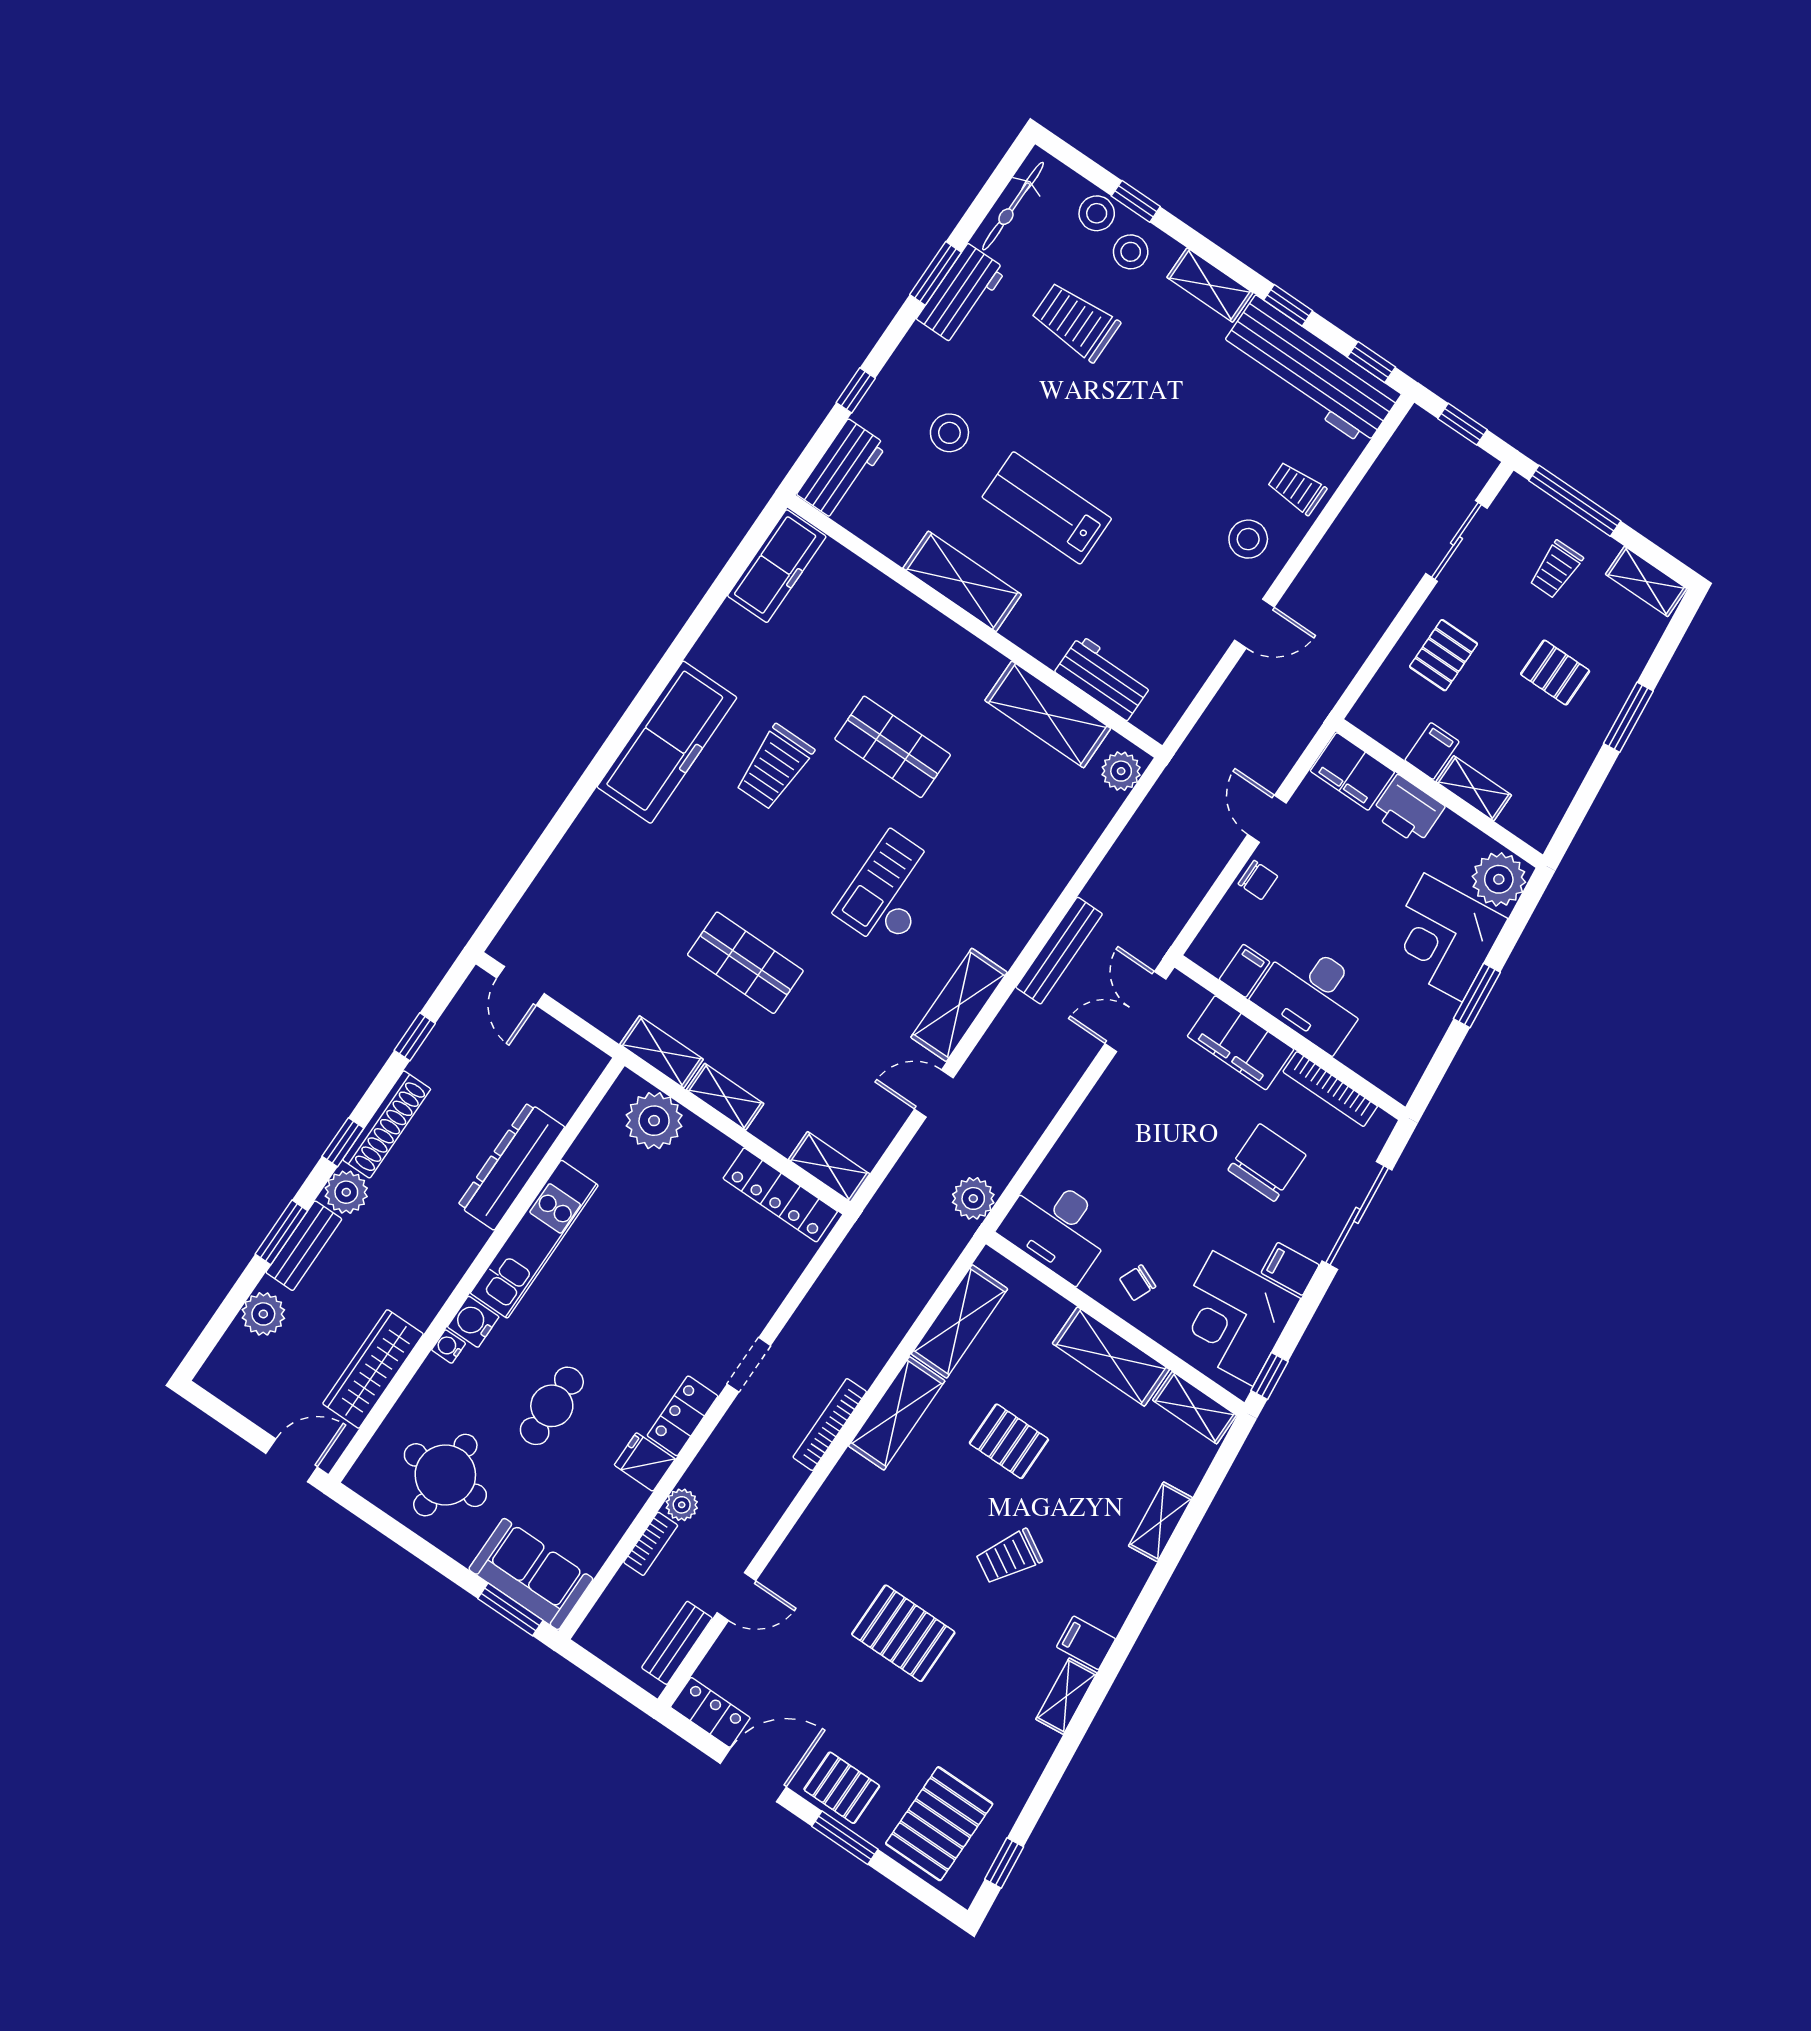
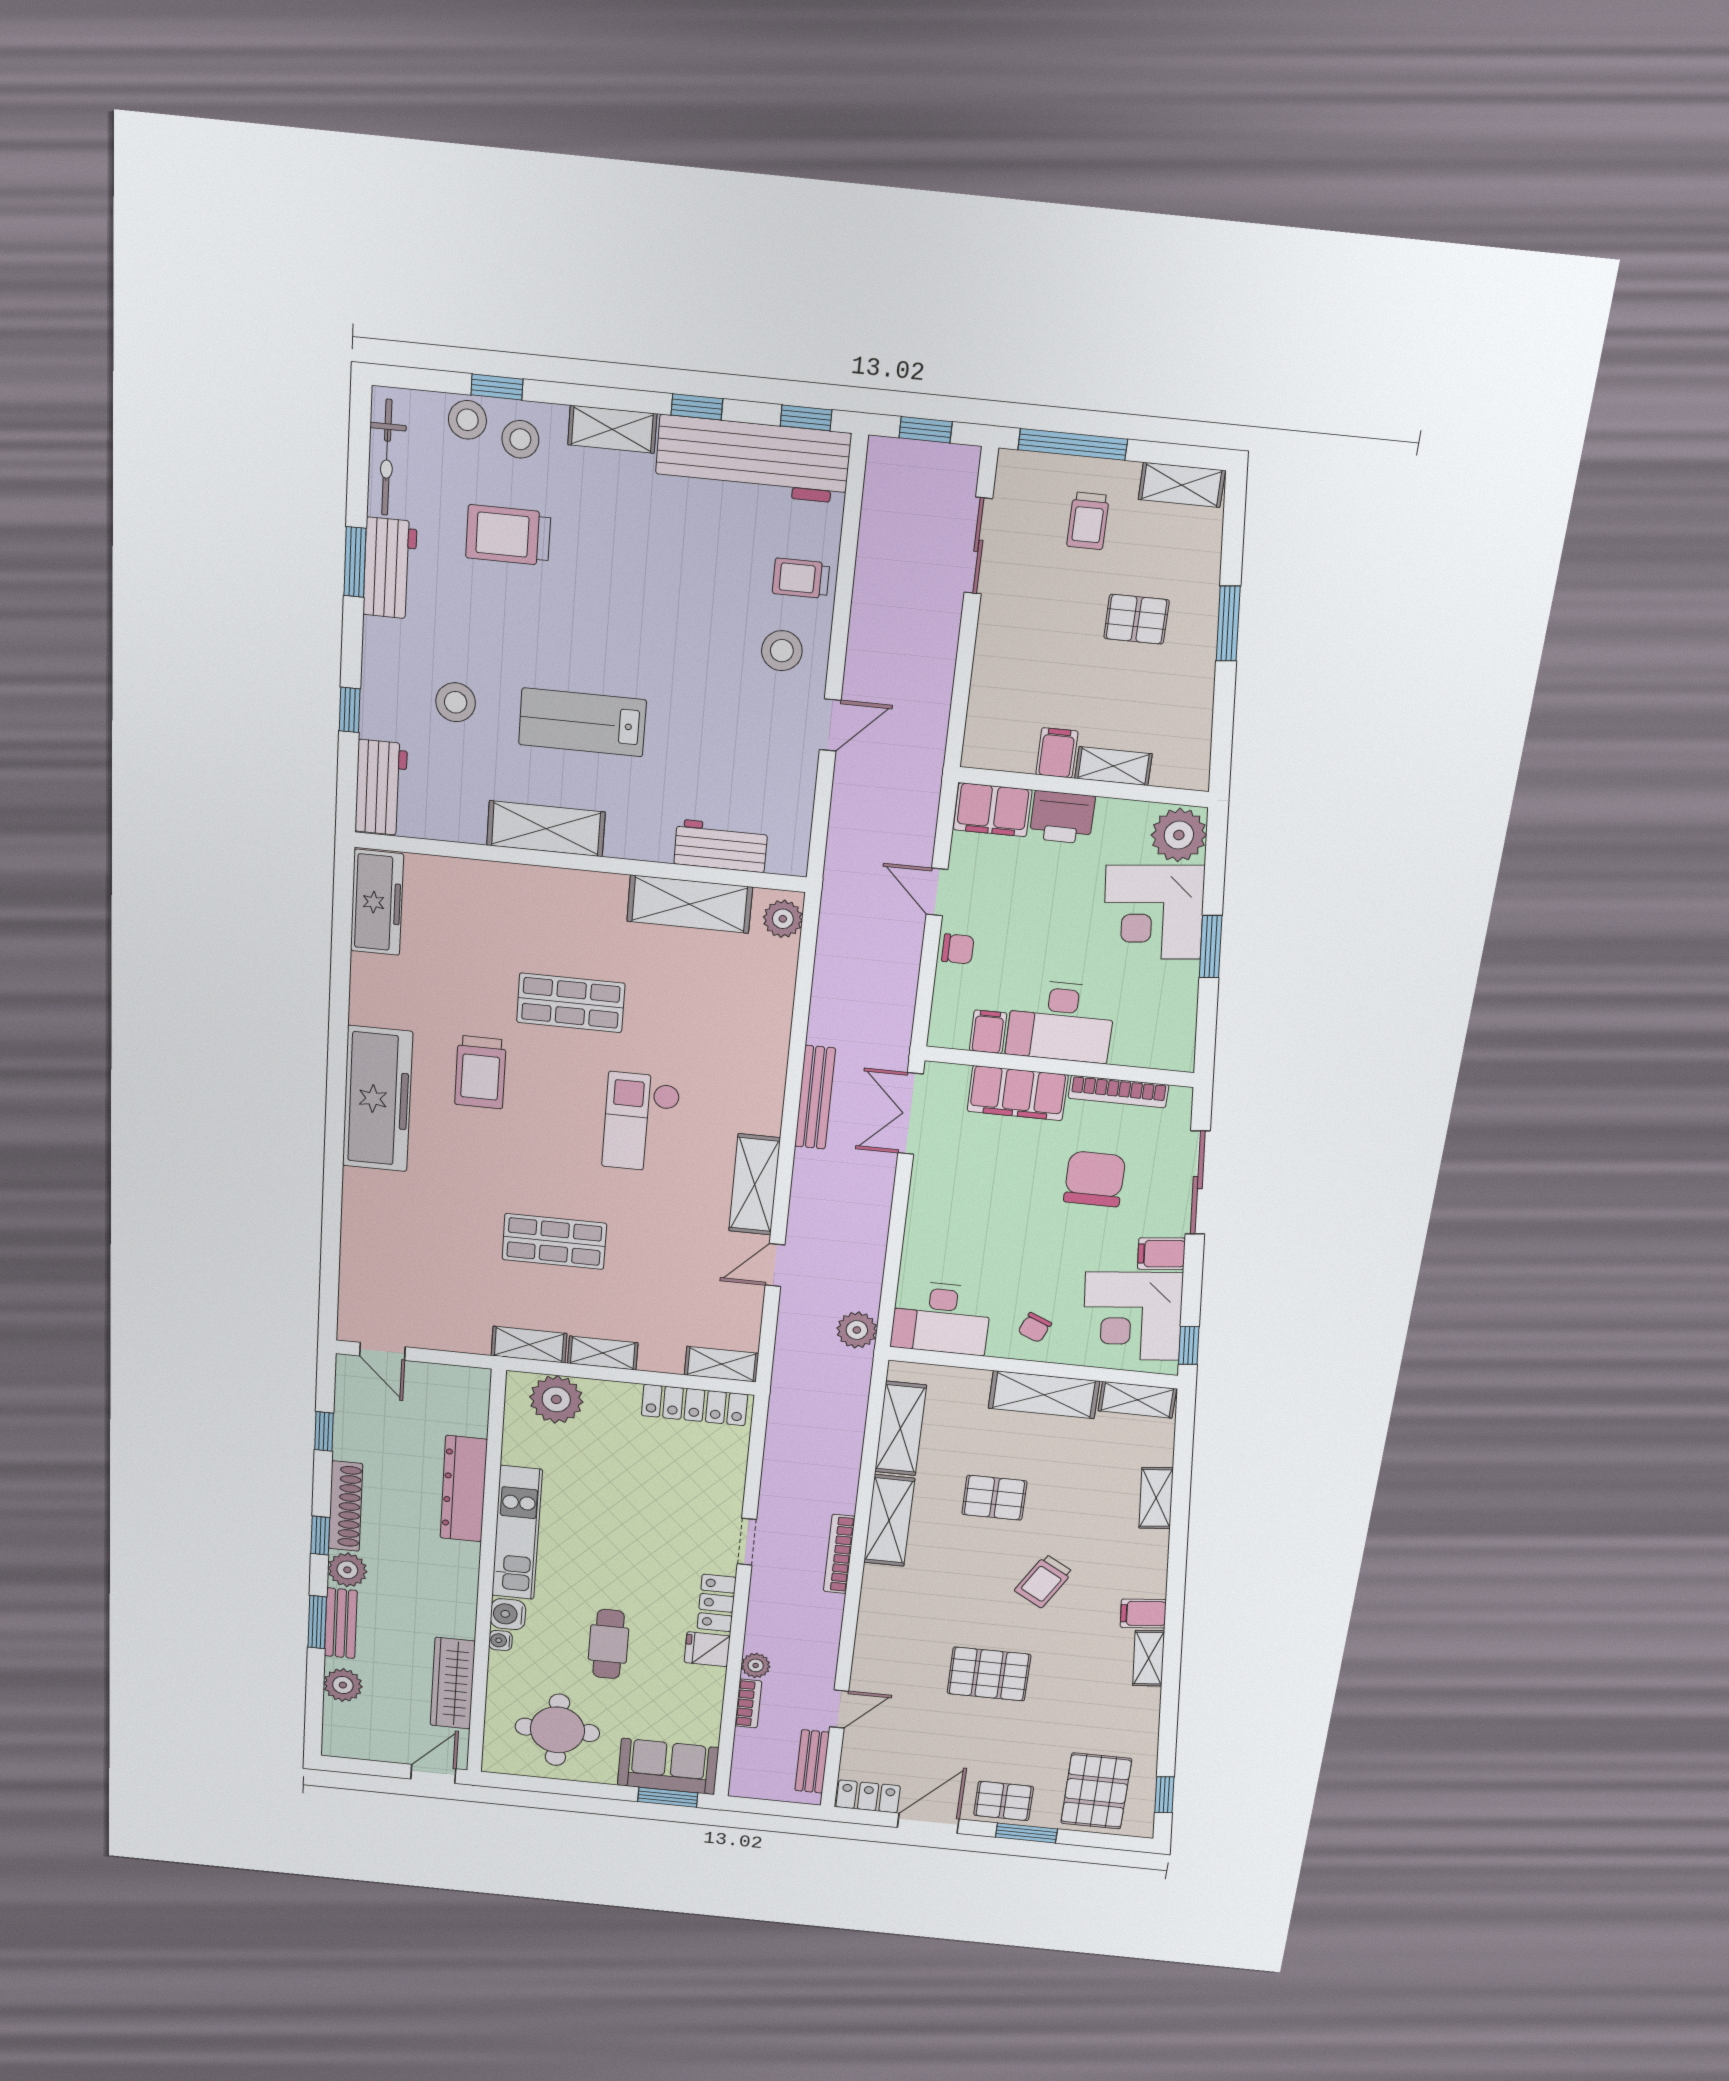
pallet: (1443, 655) -> (1022, 660), removed

